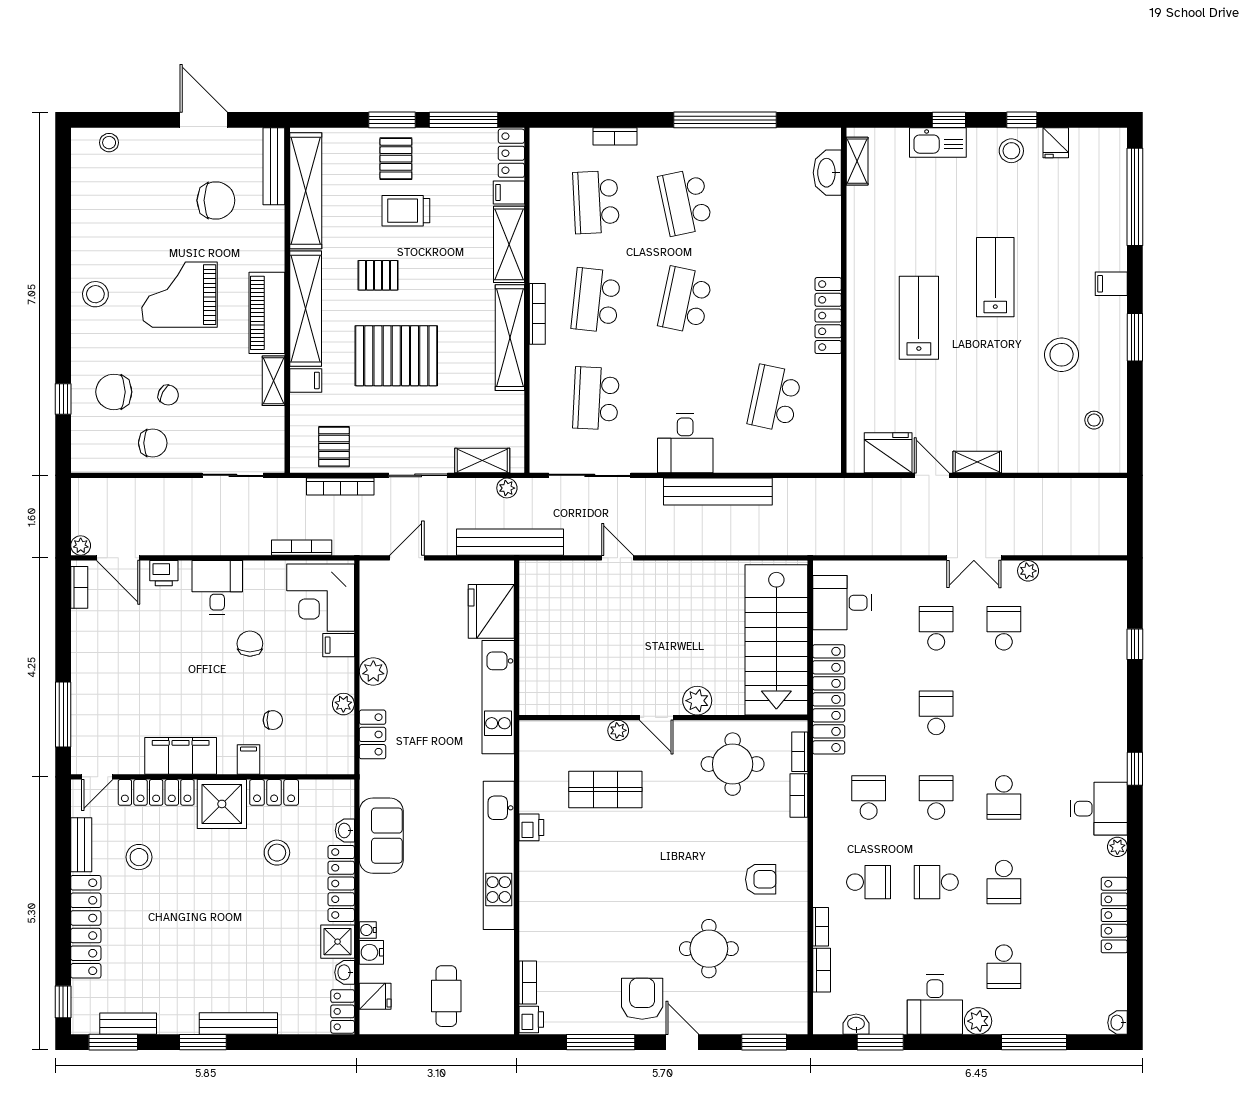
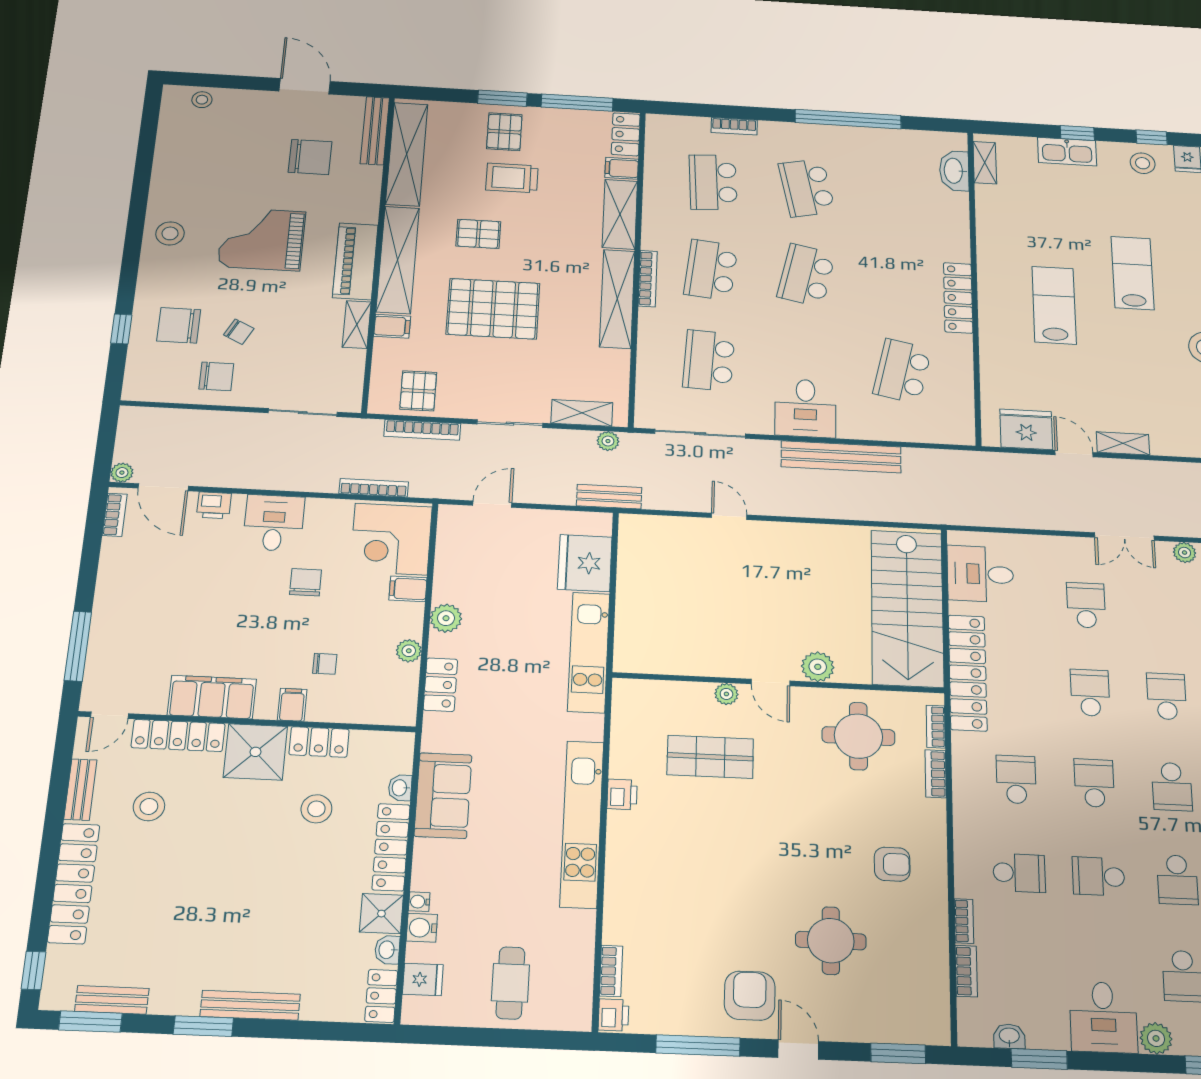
bench: (510, 542) -> (609, 497), width x0.54, depth x0.82
school desk: (1004, 628) -> (1167, 696), moved

